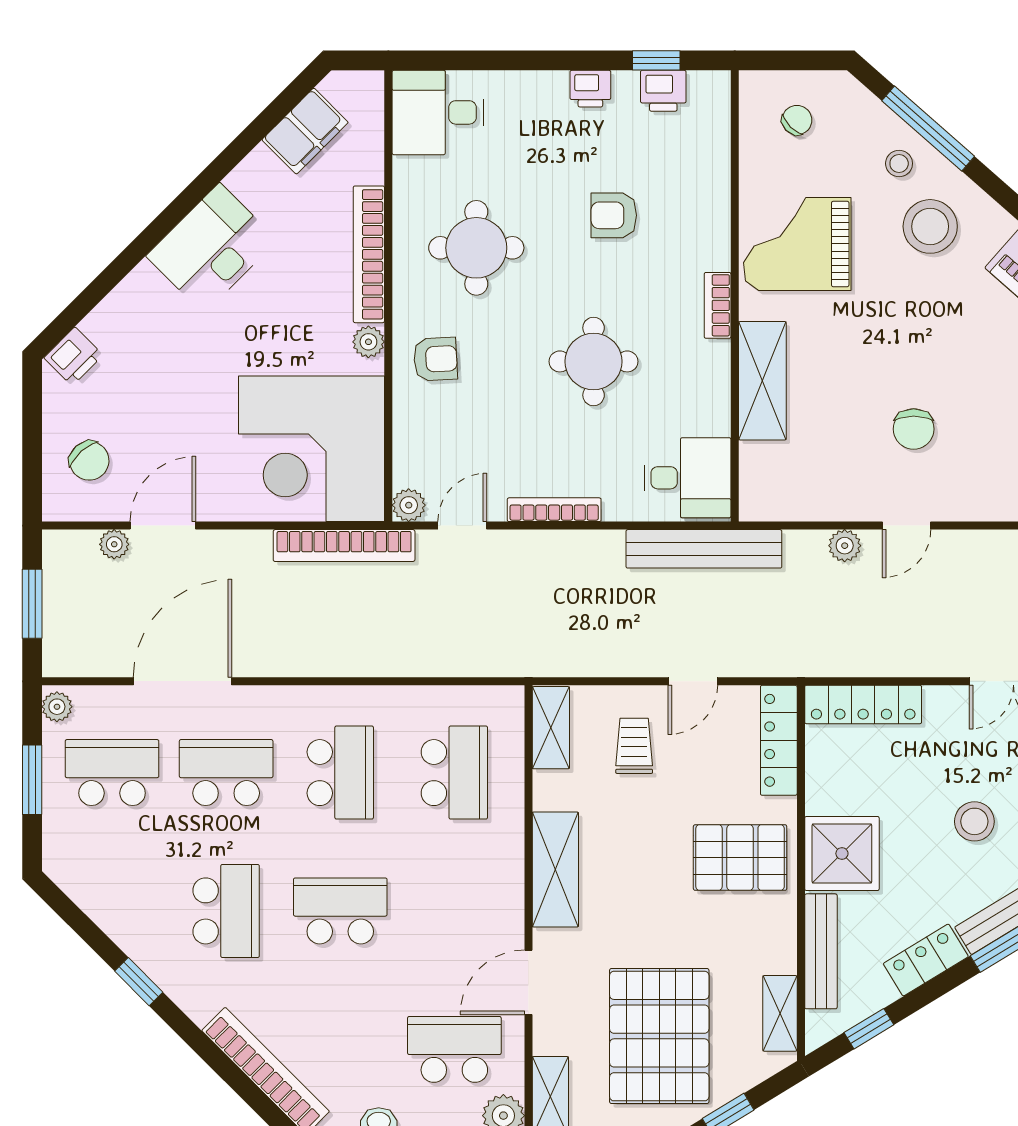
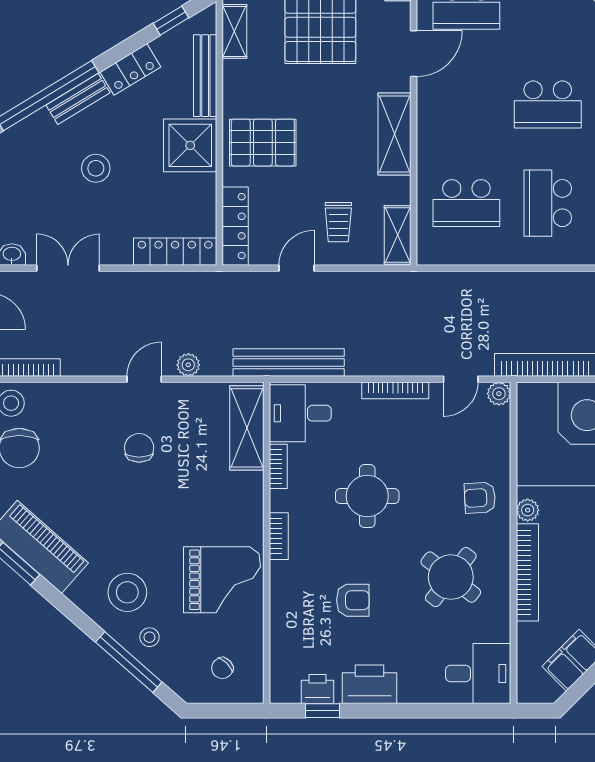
printer: (590, 89) -> (369, 684), width x1.87, depth x1.48
round table: (476, 248) -> (451, 577), turned 38
shelving: (762, 381) -> (247, 428), moved
bookcase: (718, 403) -> (278, 466), added
school desk: (454, 773) -> (466, 203), turned -90

